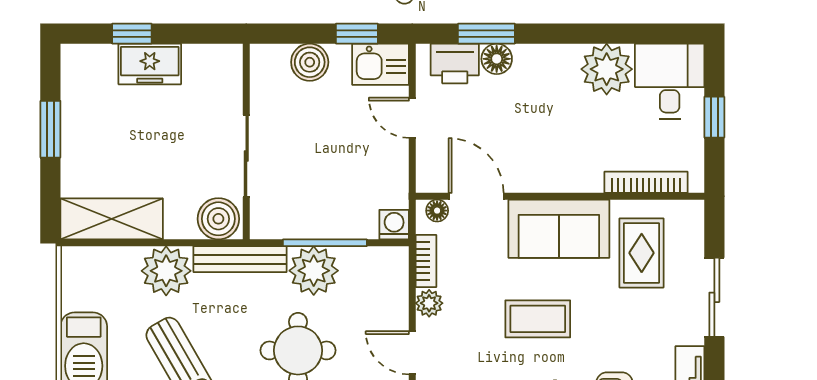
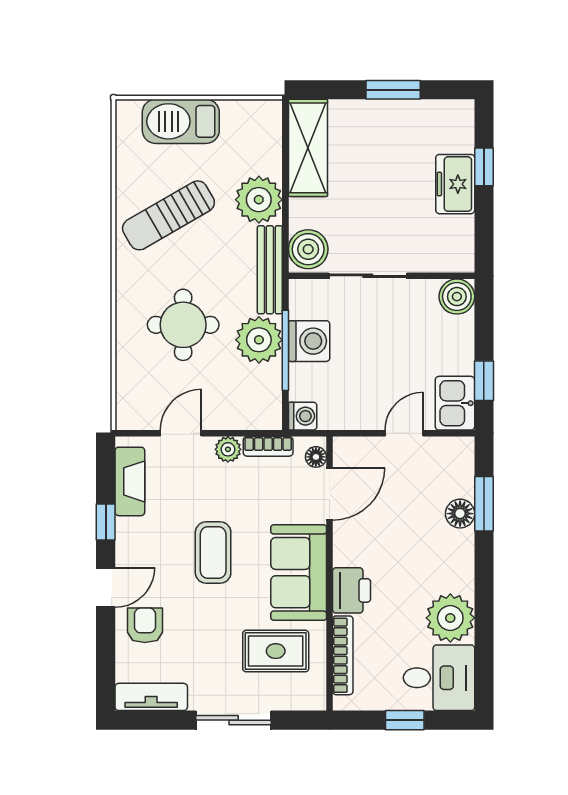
boiler: (310, 62) -> (457, 297), moved
printer: (455, 63) -> (352, 590), moved, turned 180
washing machine: (315, 218) -> (309, 341), added

